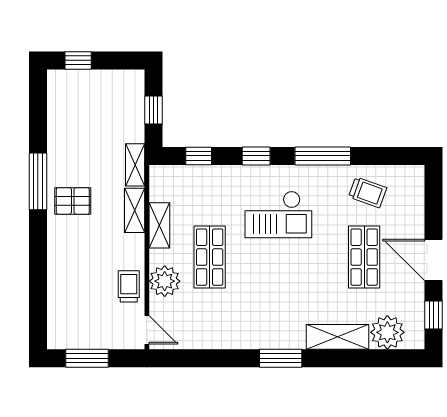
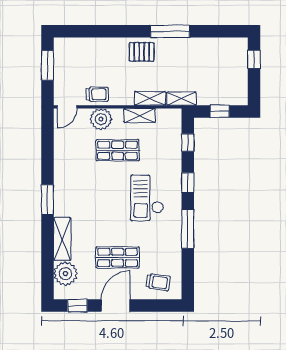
trolley: (368, 192) -> (158, 282), moved, turned -102
pallet: (73, 201) -> (142, 52), moved, turned 90

